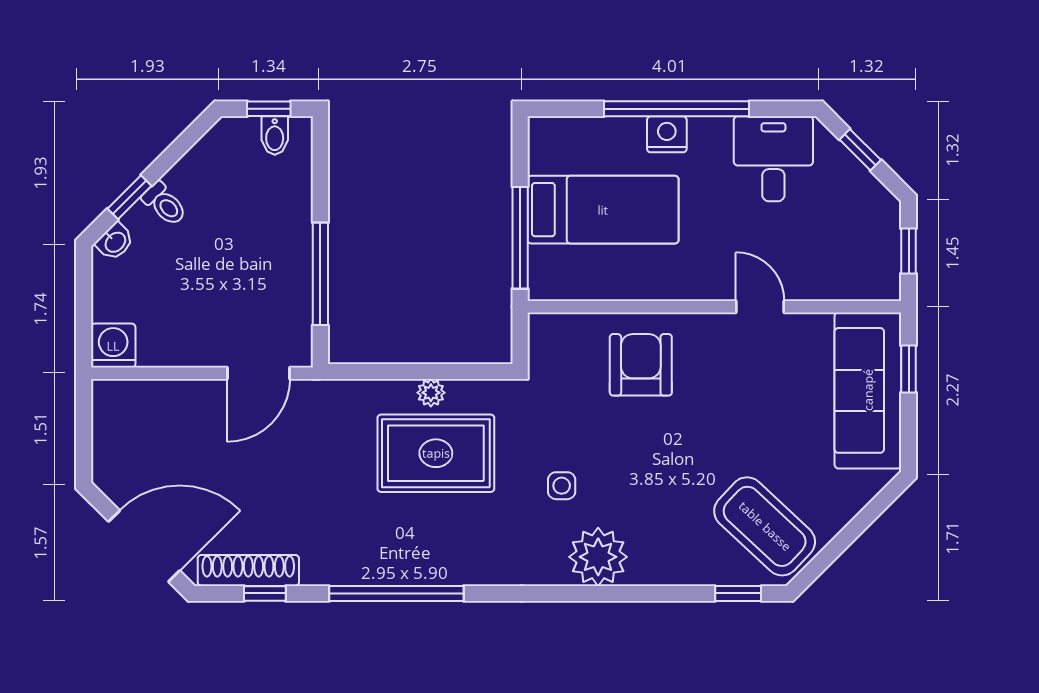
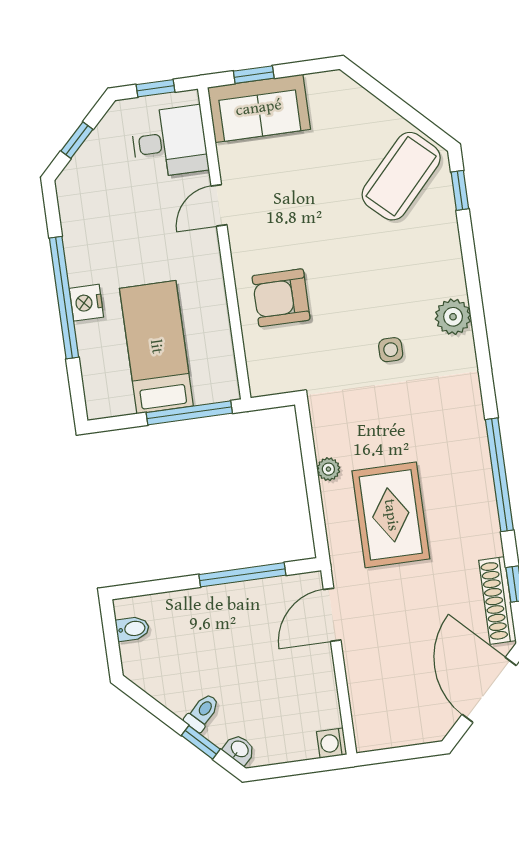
window: (269, 109) -> (111, 637), removed
desk: (773, 159) -> (169, 142), moved, turned 180
washing machine: (113, 346) -> (332, 743), width x0.73, depth x0.73
door: (259, 373) -> (332, 615), swing flipped
sofa: (868, 390) -> (259, 108), width x0.73
rug: (436, 453) -> (391, 515), moved
plant: (598, 557) -> (453, 317), width x0.73, depth x0.73

